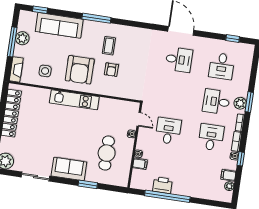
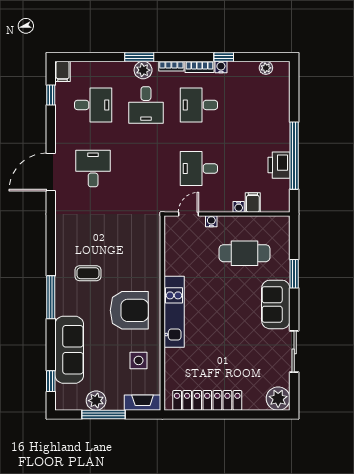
armchair: (111, 70) -> (122, 264), removed
filing cabinet: (228, 175) -> (63, 71), moved

